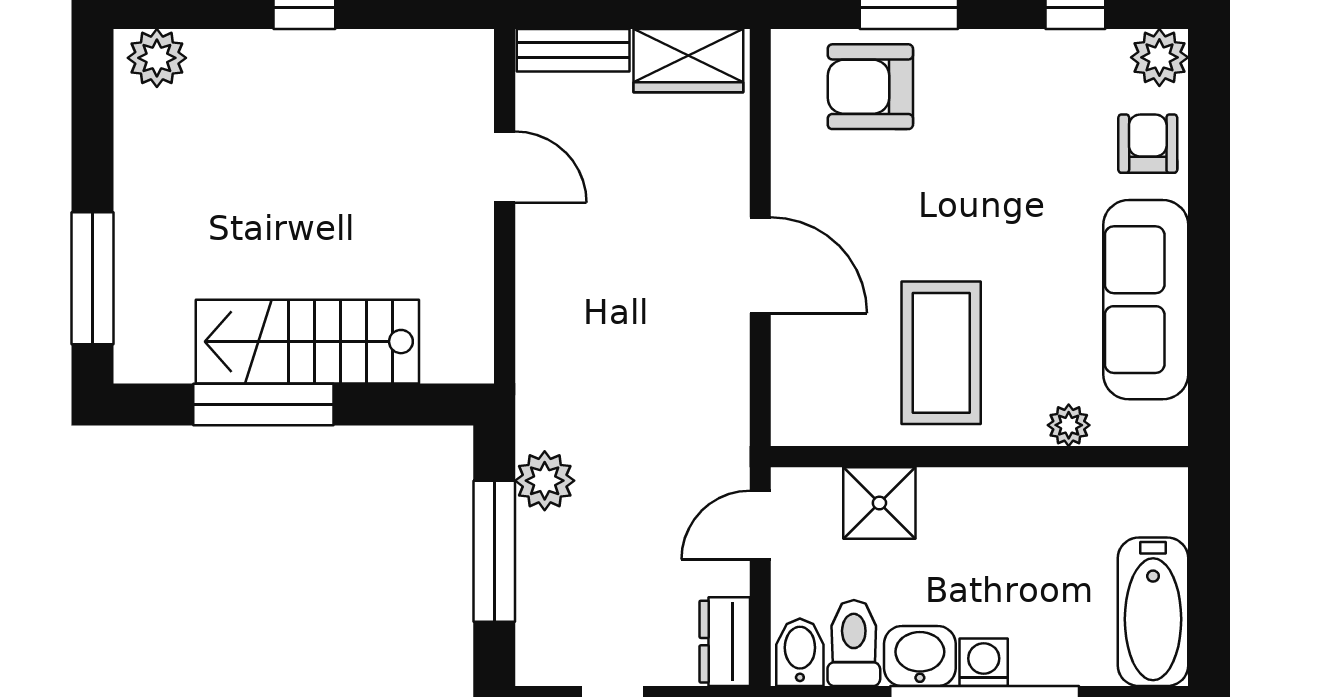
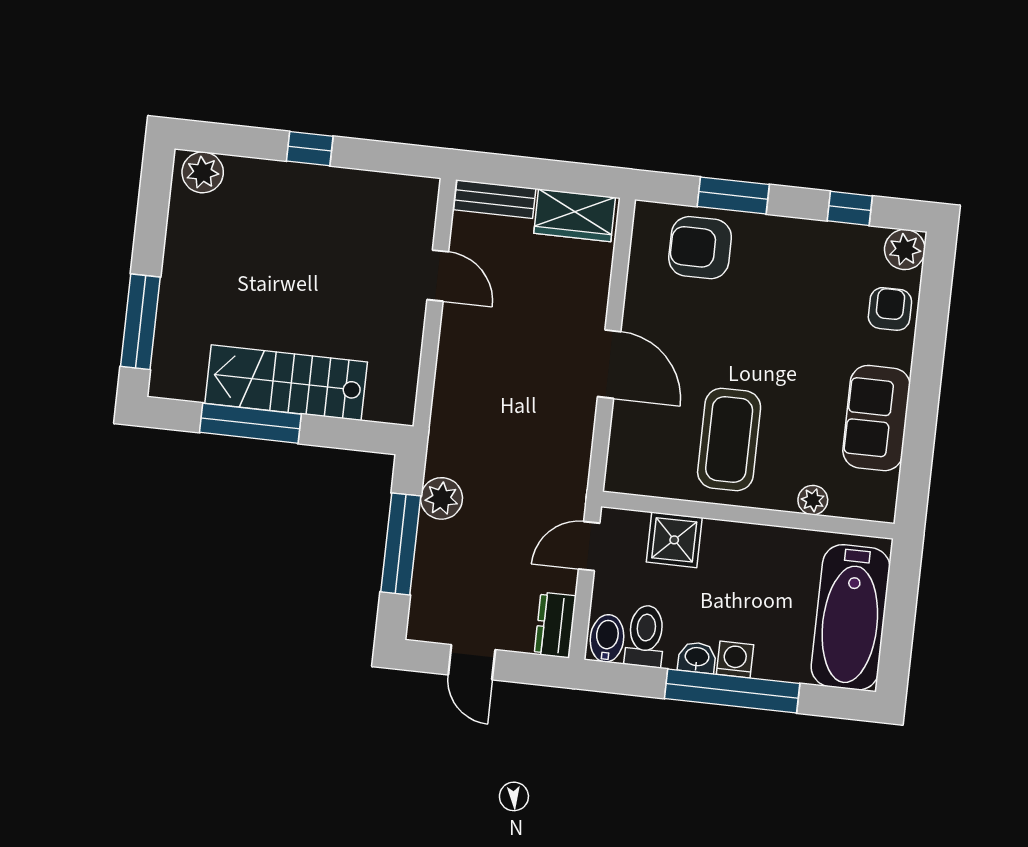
sofa: (1146, 300) -> (876, 418), width x0.73
bathtub: (1153, 612) -> (851, 617), width x1.36, depth x1.36
washbasin: (920, 656) -> (697, 657), width x0.72, depth x0.69

